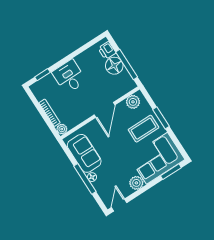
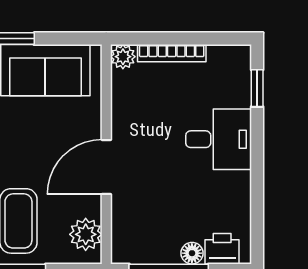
floor lamp: (114, 66) -> (192, 253), width x0.53, depth x0.53
door: (105, 110) -> (106, 167), hinge flipped

